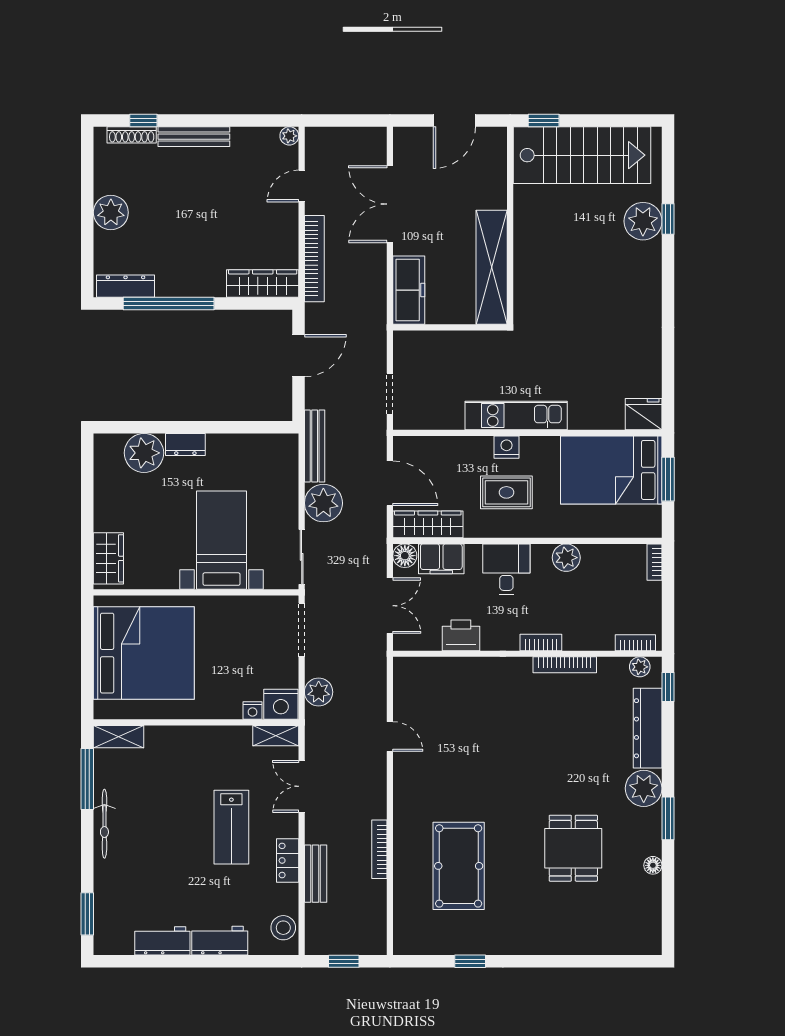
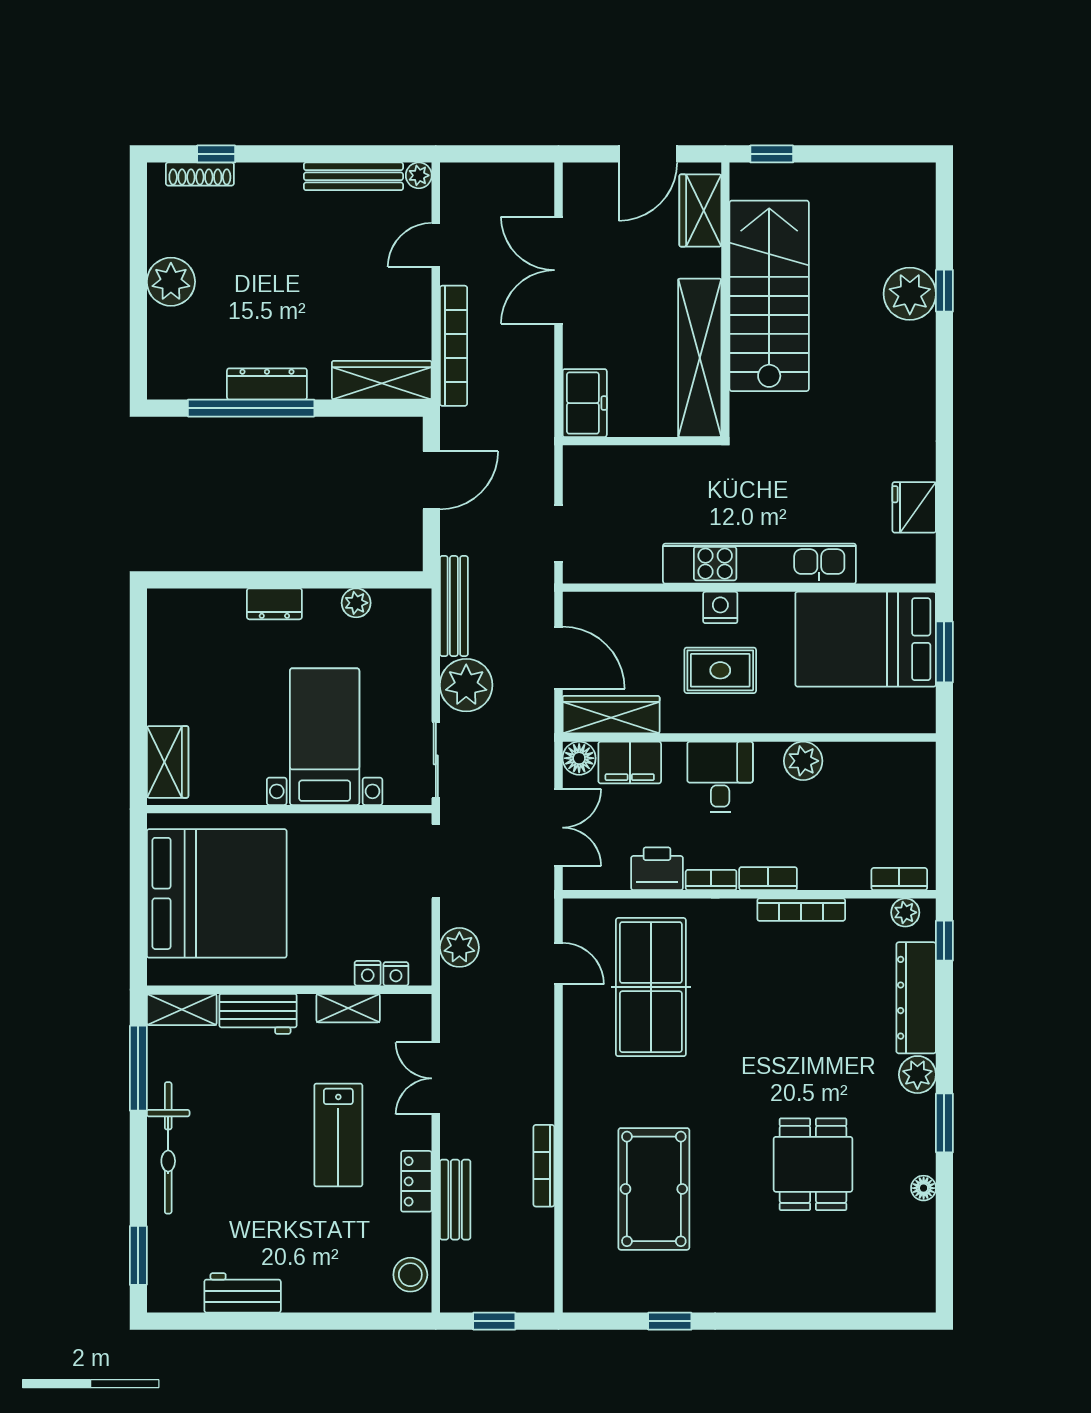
bench: (194, 137) -> (353, 176), moved
stairs: (582, 155) -> (769, 296), moved, turned -90
wardrobe: (492, 161) -> (700, 210), added
dresser: (126, 286) -> (267, 384), moved
freezer: (409, 290) -> (585, 403), width x0.71
fridge: (644, 414) -> (914, 507), moved, turned -90
kitchen unit: (516, 416) -> (759, 564), width x1.36
plant: (144, 453) -> (356, 603), moved, width x0.53, depth x0.53
bookcase: (655, 562) -> (711, 880), moved, turned 90
nightstand: (281, 704) -> (396, 974), width x0.53, depth x0.56
table tennis table: (457, 721) -> (651, 987), added
shelving: (276, 736) -> (348, 1008), moved
door: (390, 736) -> (558, 964), moved
plant: (644, 788) -> (917, 1075), width x0.73, depth x0.73
bicycle: (104, 824) -> (168, 1148), width x1.37, depth x1.40
workbench: (220, 941) -> (258, 1014), moved, turned 180

